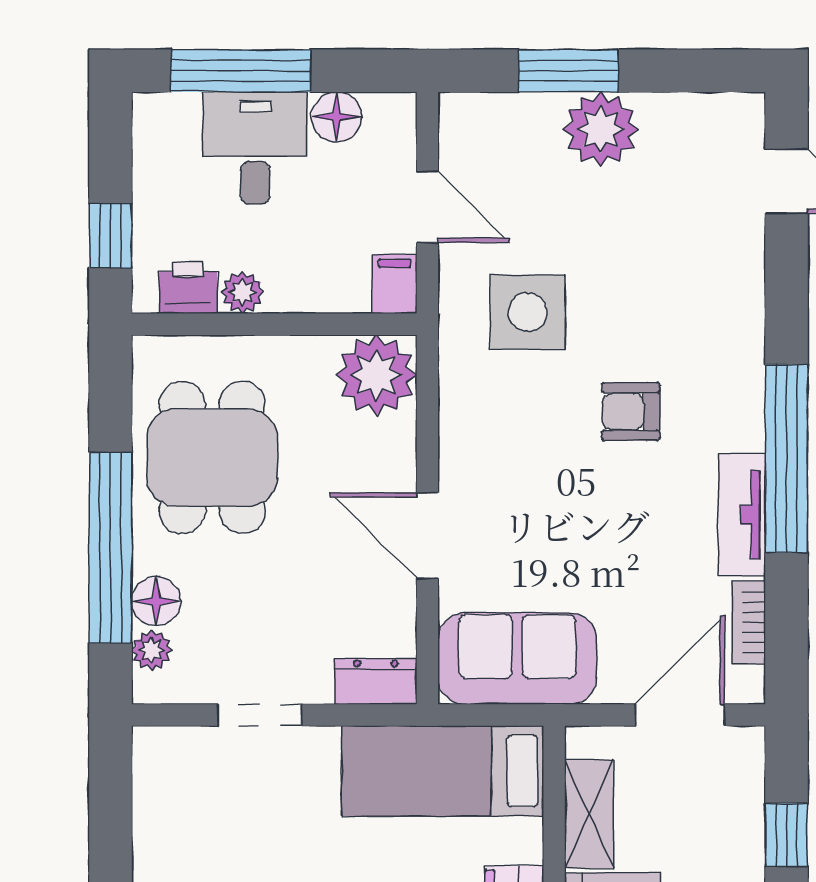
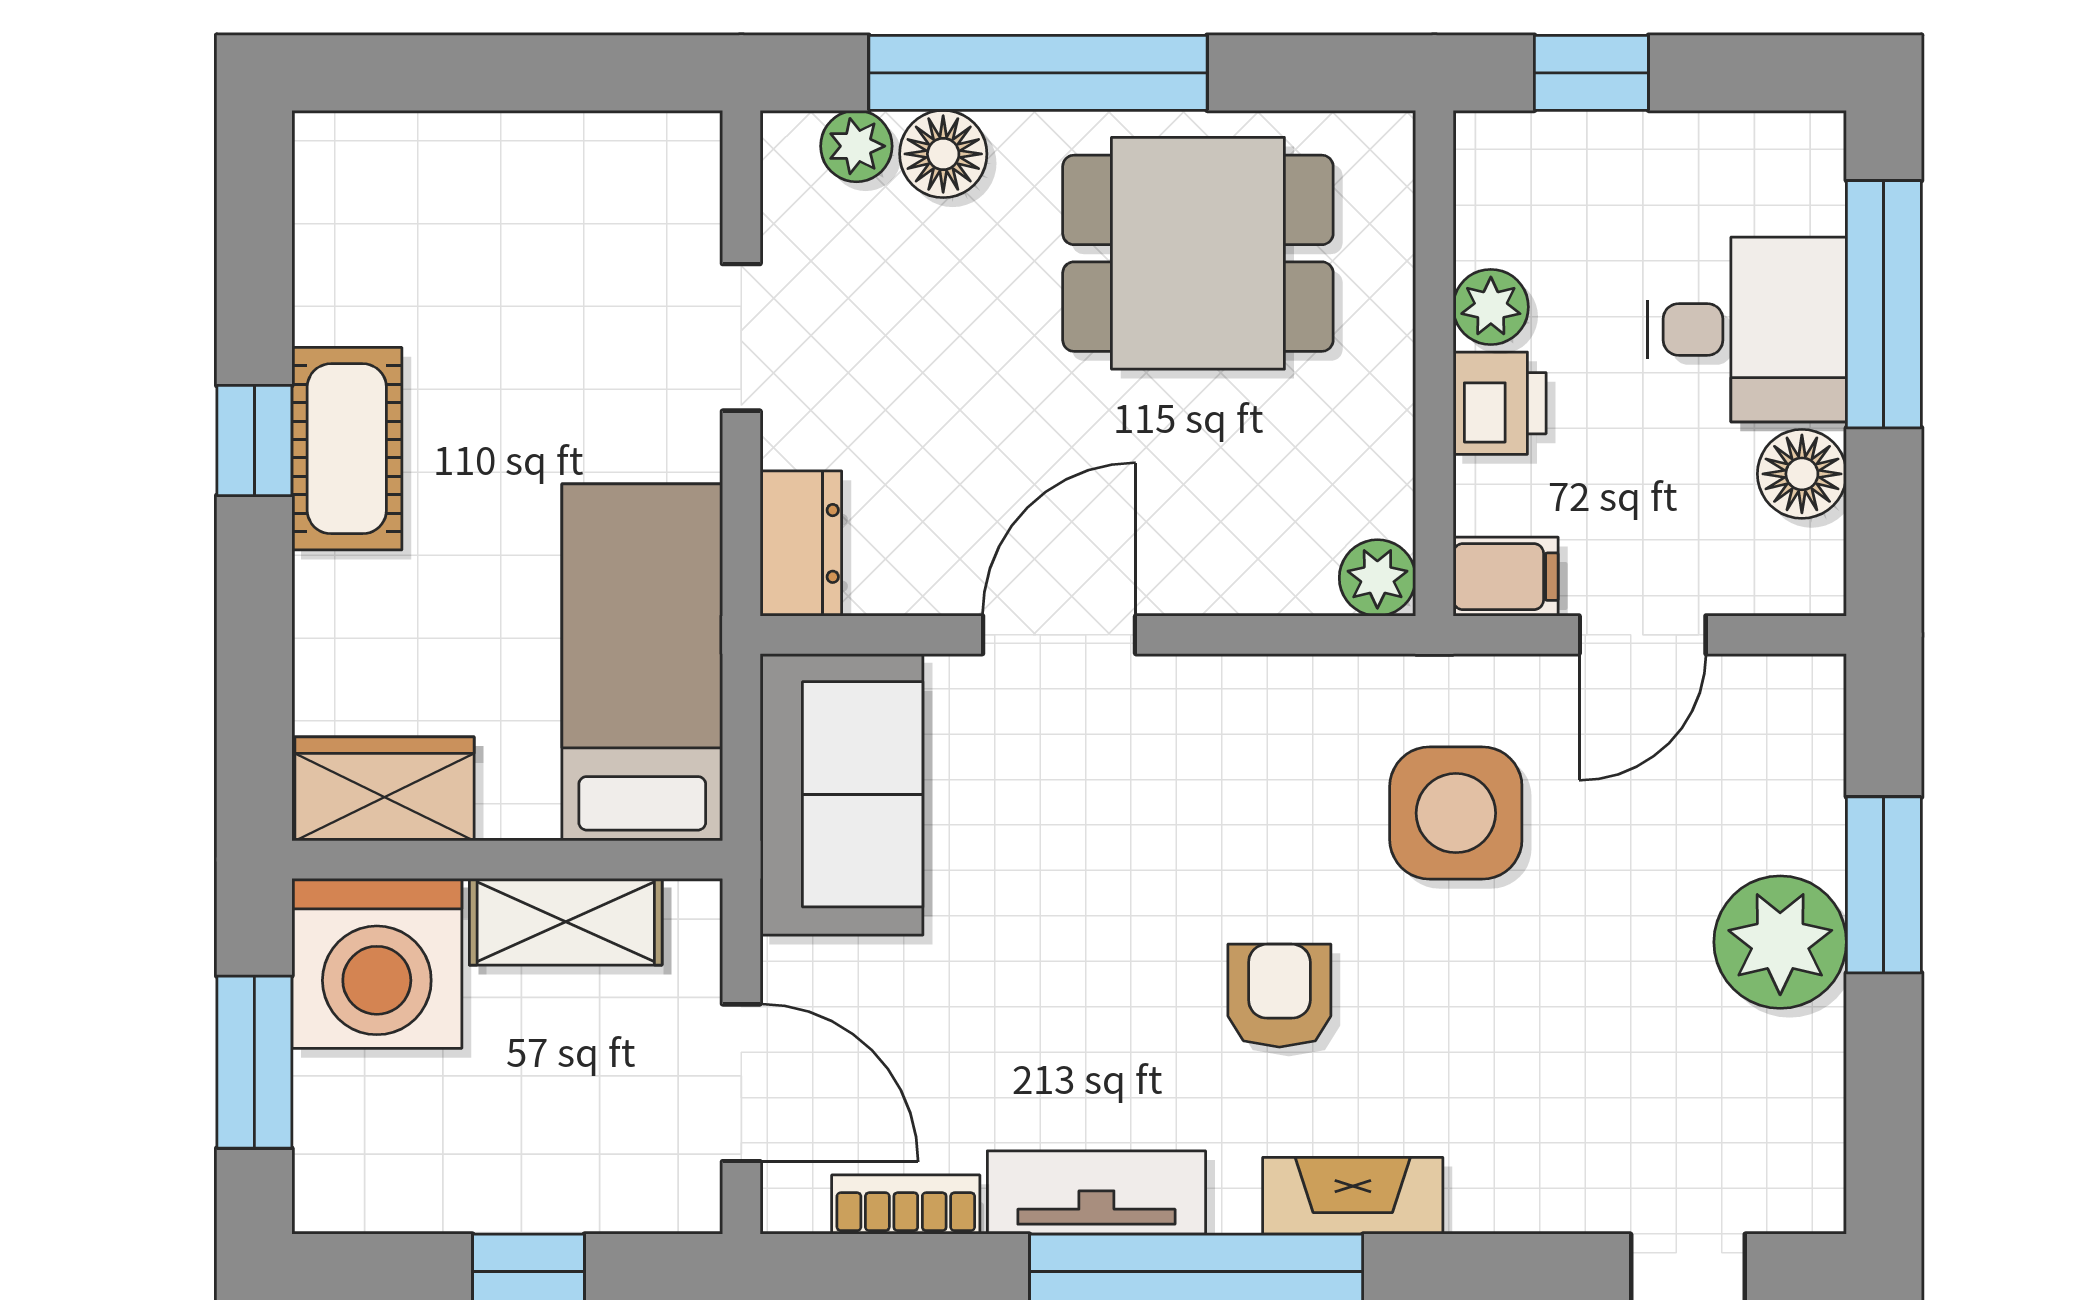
printer: (188, 287) -> (1500, 403), moved
fireplace: (744, 370) -> (1353, 1196), added
plant: (376, 375) -> (1377, 578), width x0.53, depth x0.53

